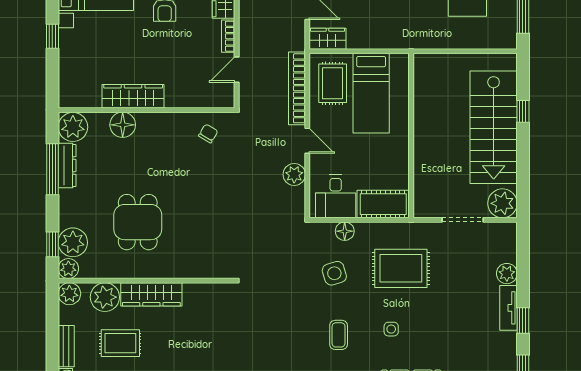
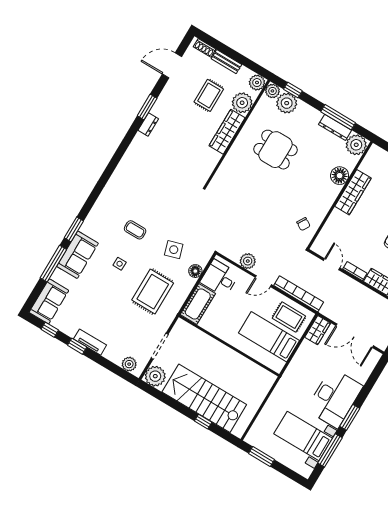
plant: (507, 274) -> (129, 364), moved

